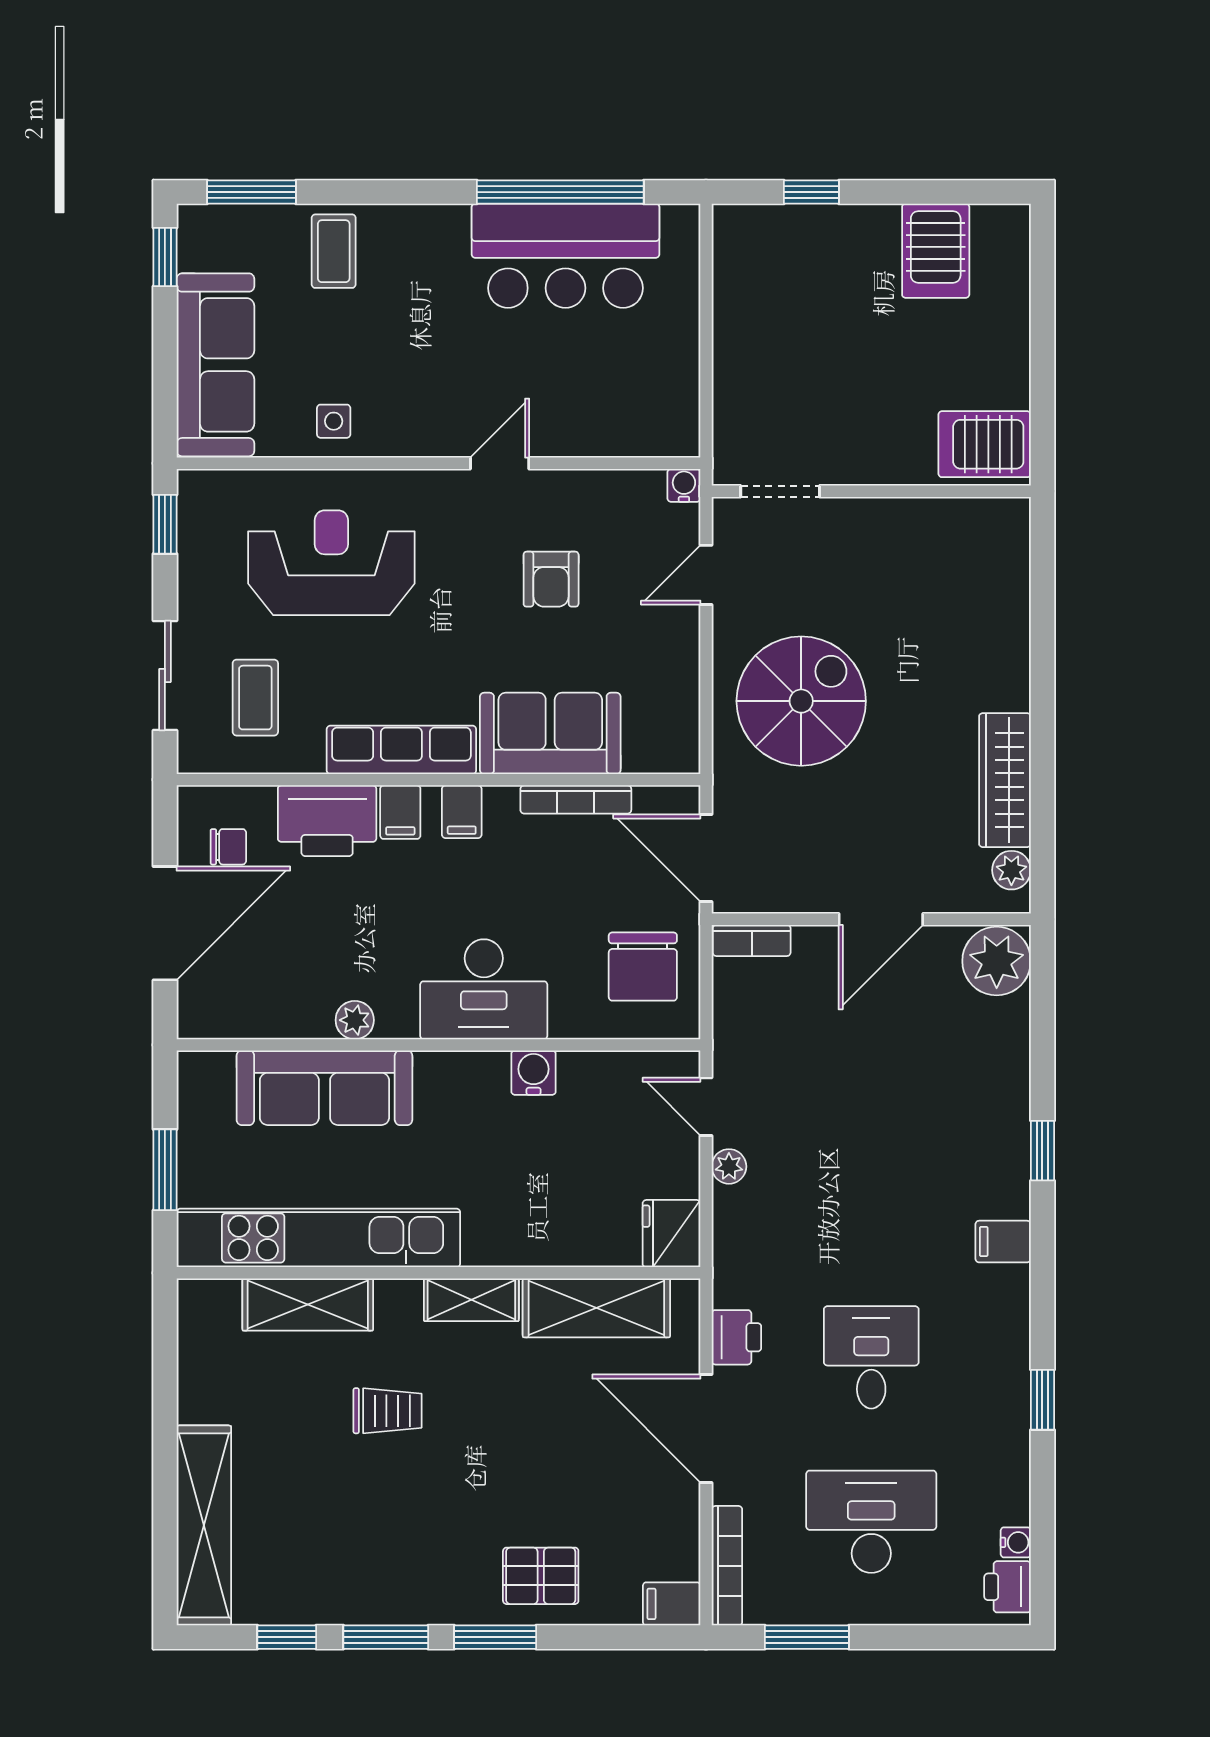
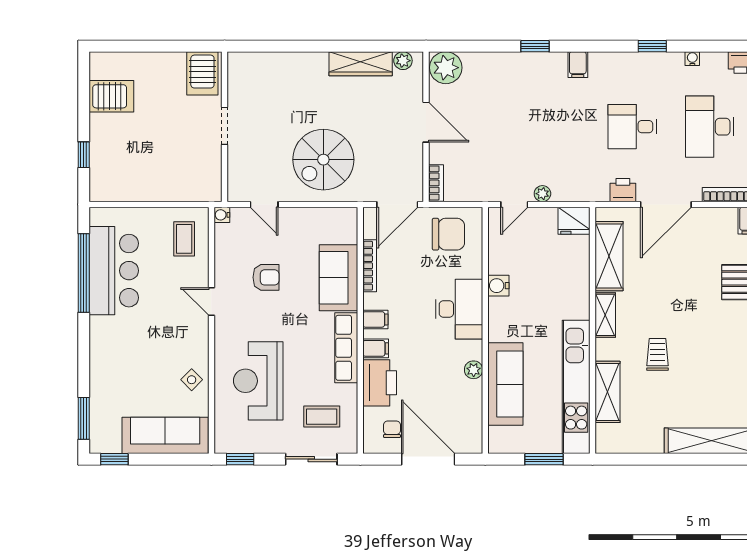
coffee table: (334, 251) -> (184, 239), moved, turned 90
side table: (334, 421) -> (192, 380), turned 45
doorway: (780, 491) -> (225, 126), moved
spiral stairs: (801, 701) -> (323, 160), turned -90
water cooler: (1016, 1542) -> (692, 59), moved

